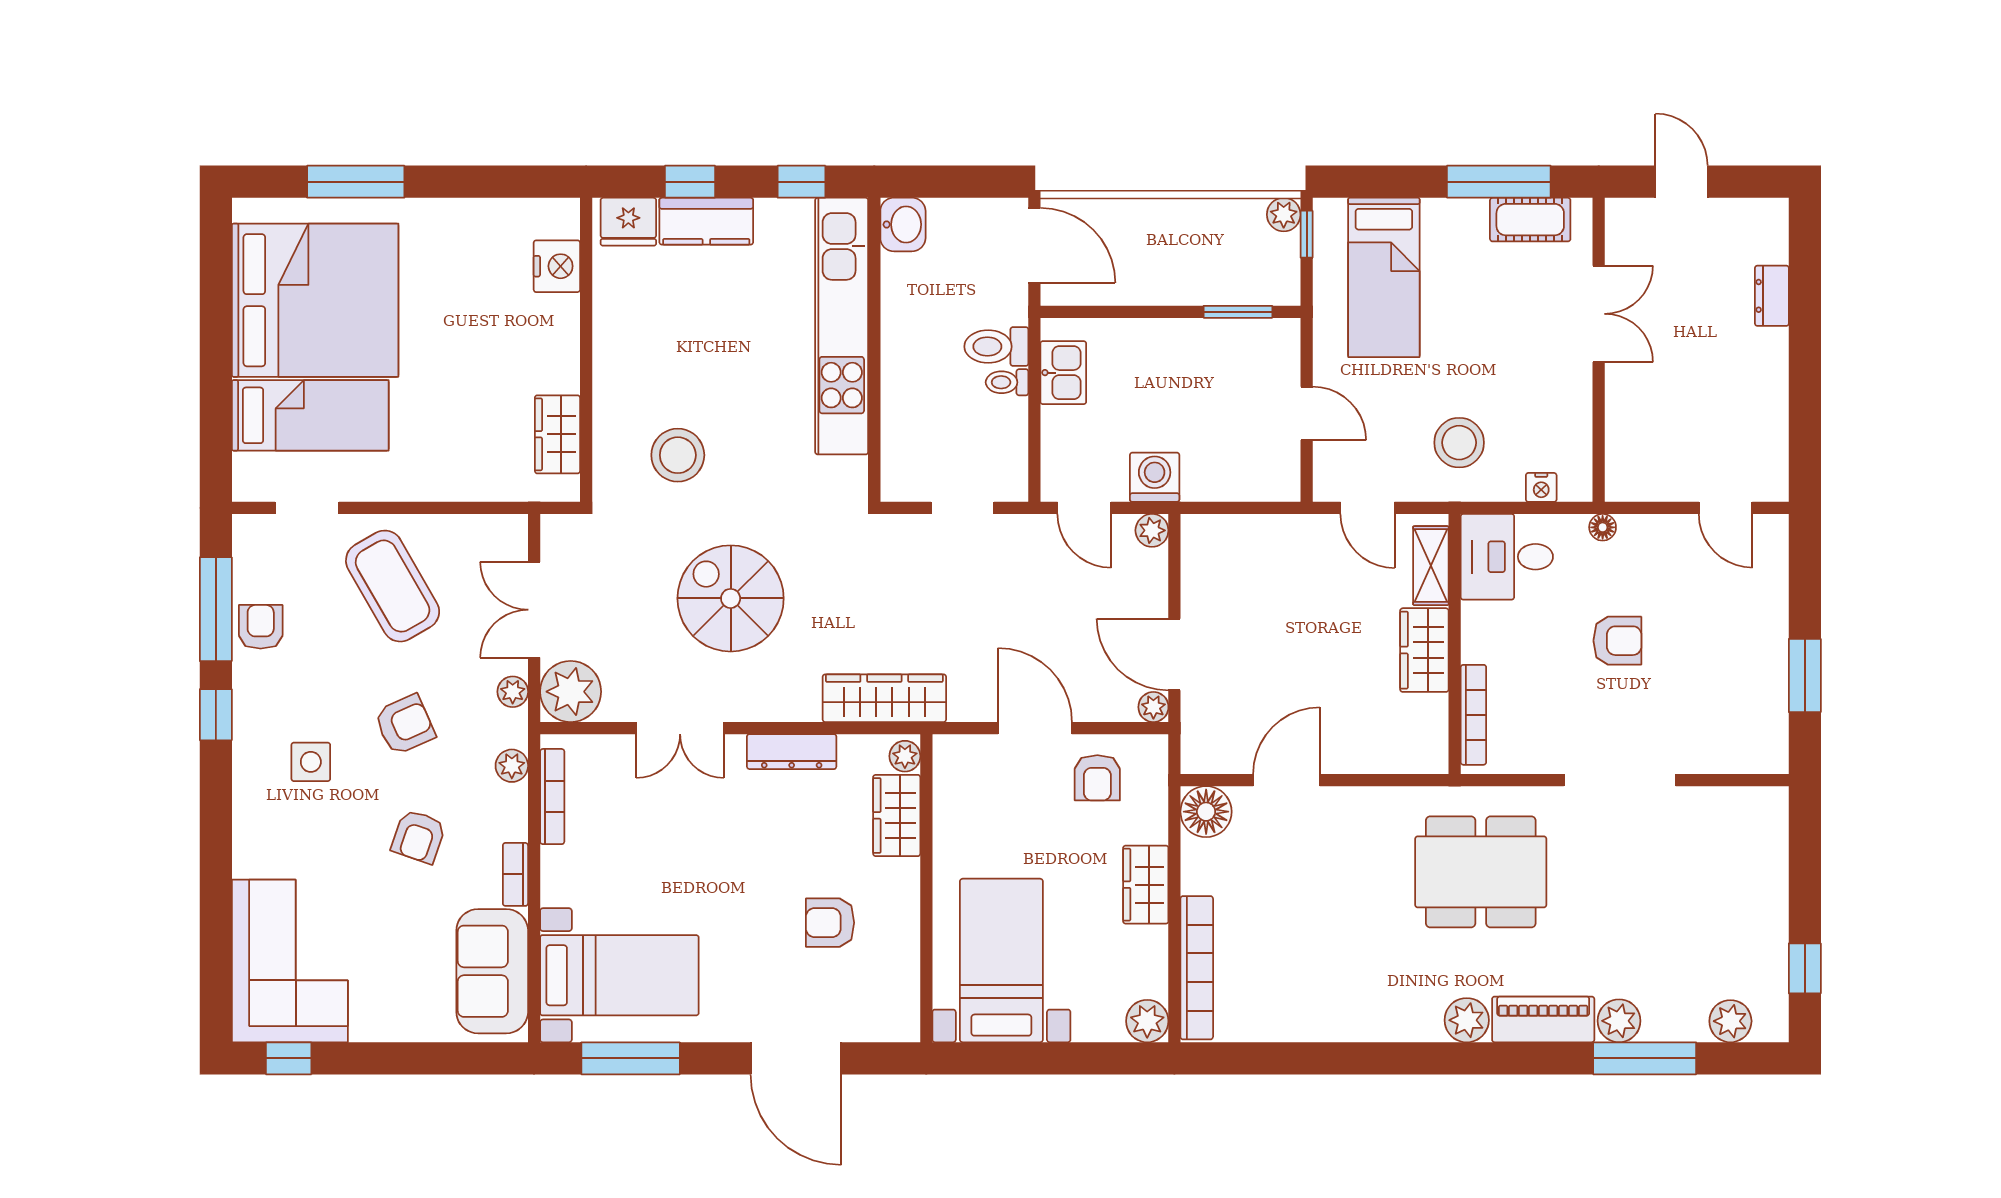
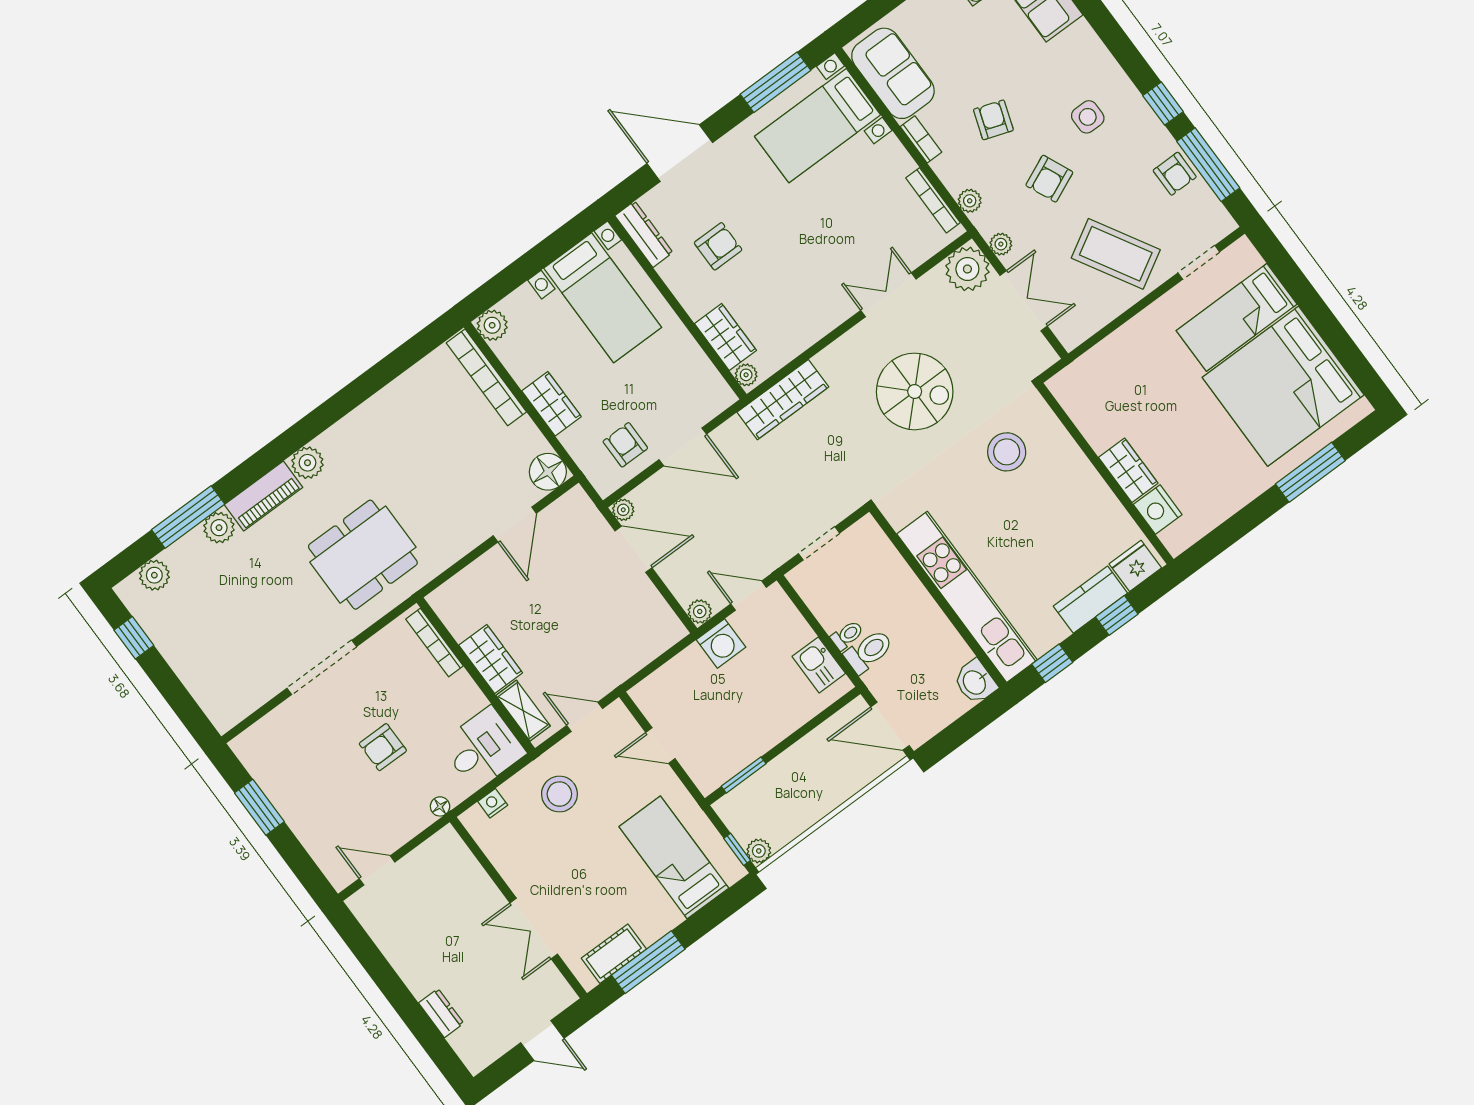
wardrobe: (557, 434) -> (1128, 470), moved
dresser: (792, 752) -> (644, 234), moved, turned 90

